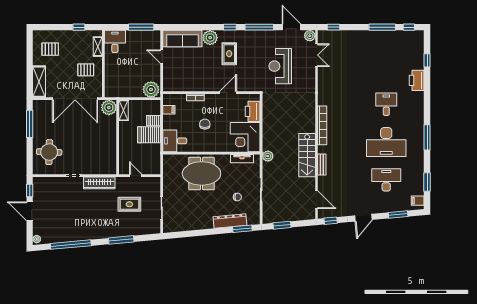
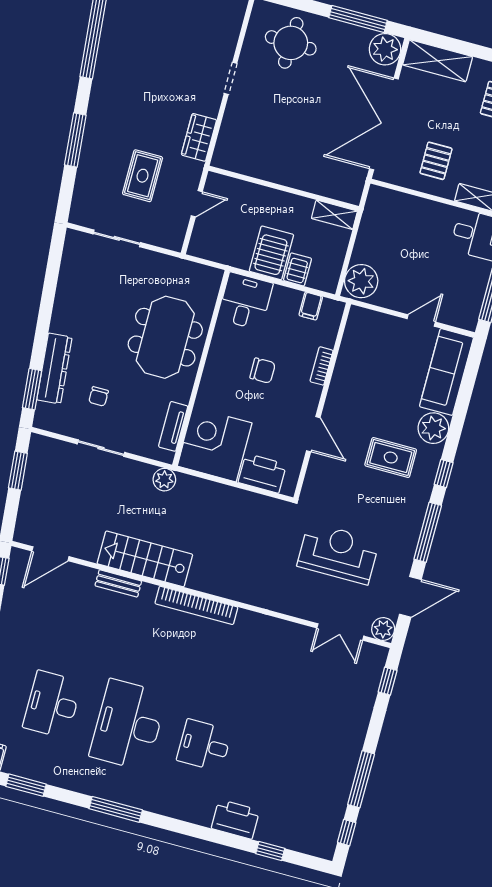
desk: (386, 104) -> (204, 745), turned 180
plant: (109, 107) -> (385, 49), moved
desk: (386, 180) -> (52, 704), turned 180
wardrobe: (99, 183) -> (199, 137), width x0.67

